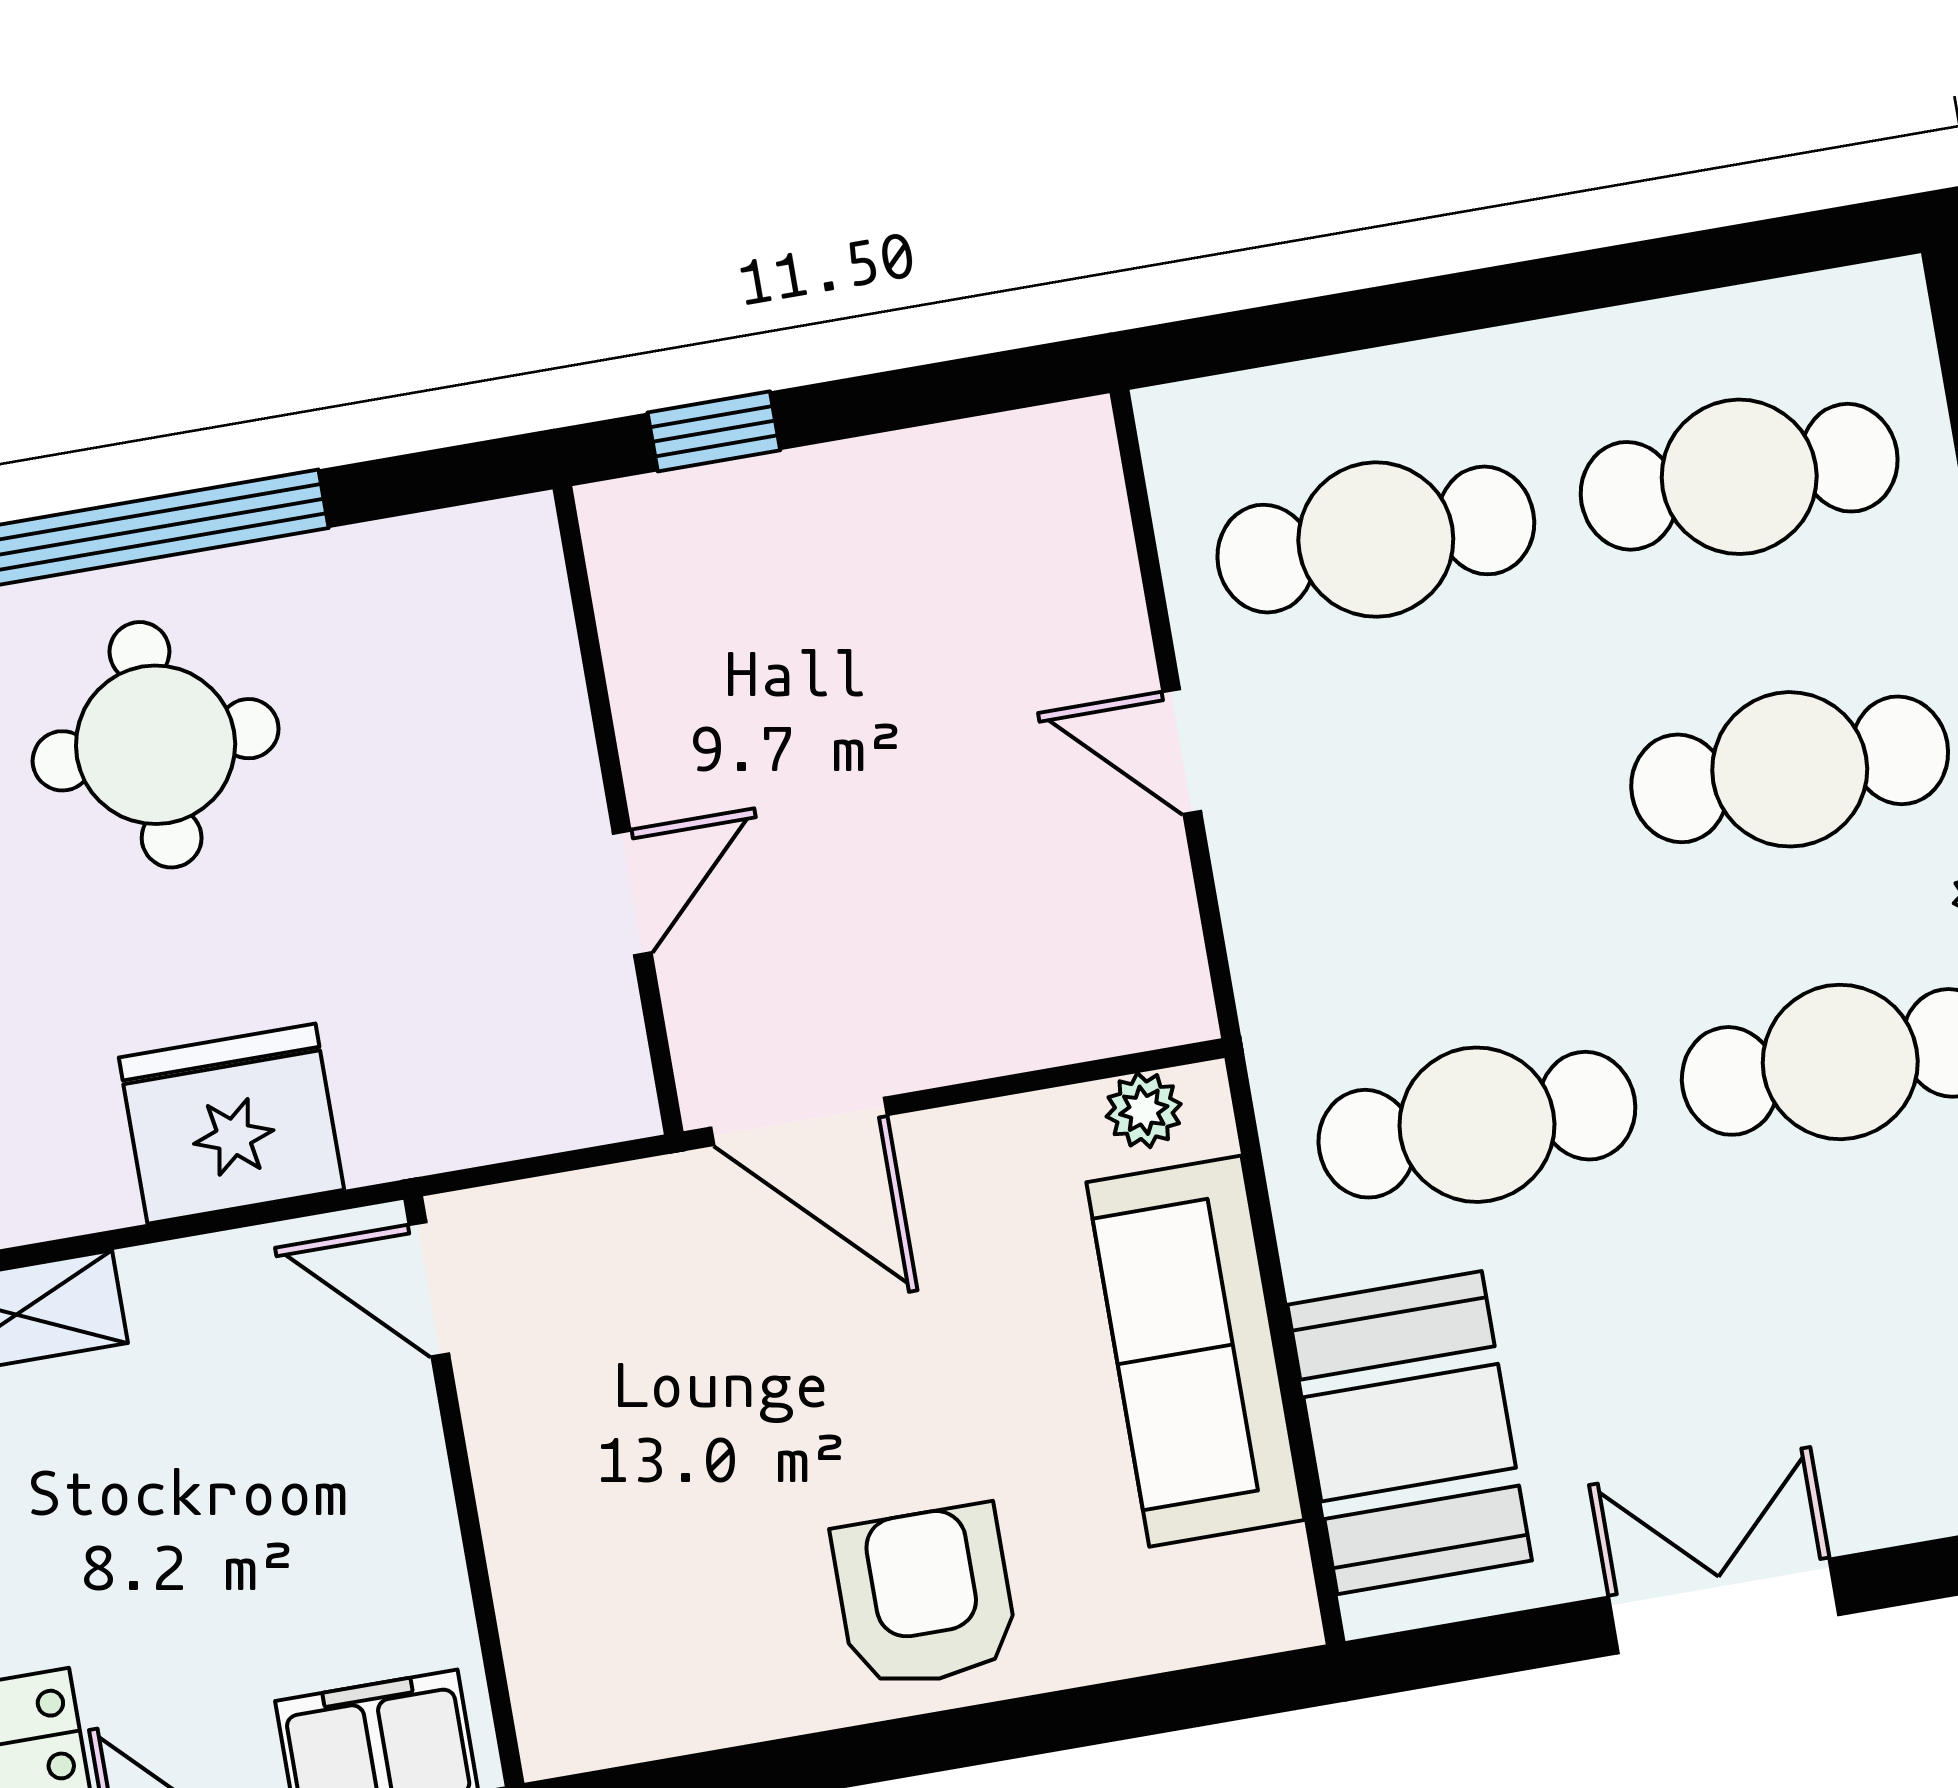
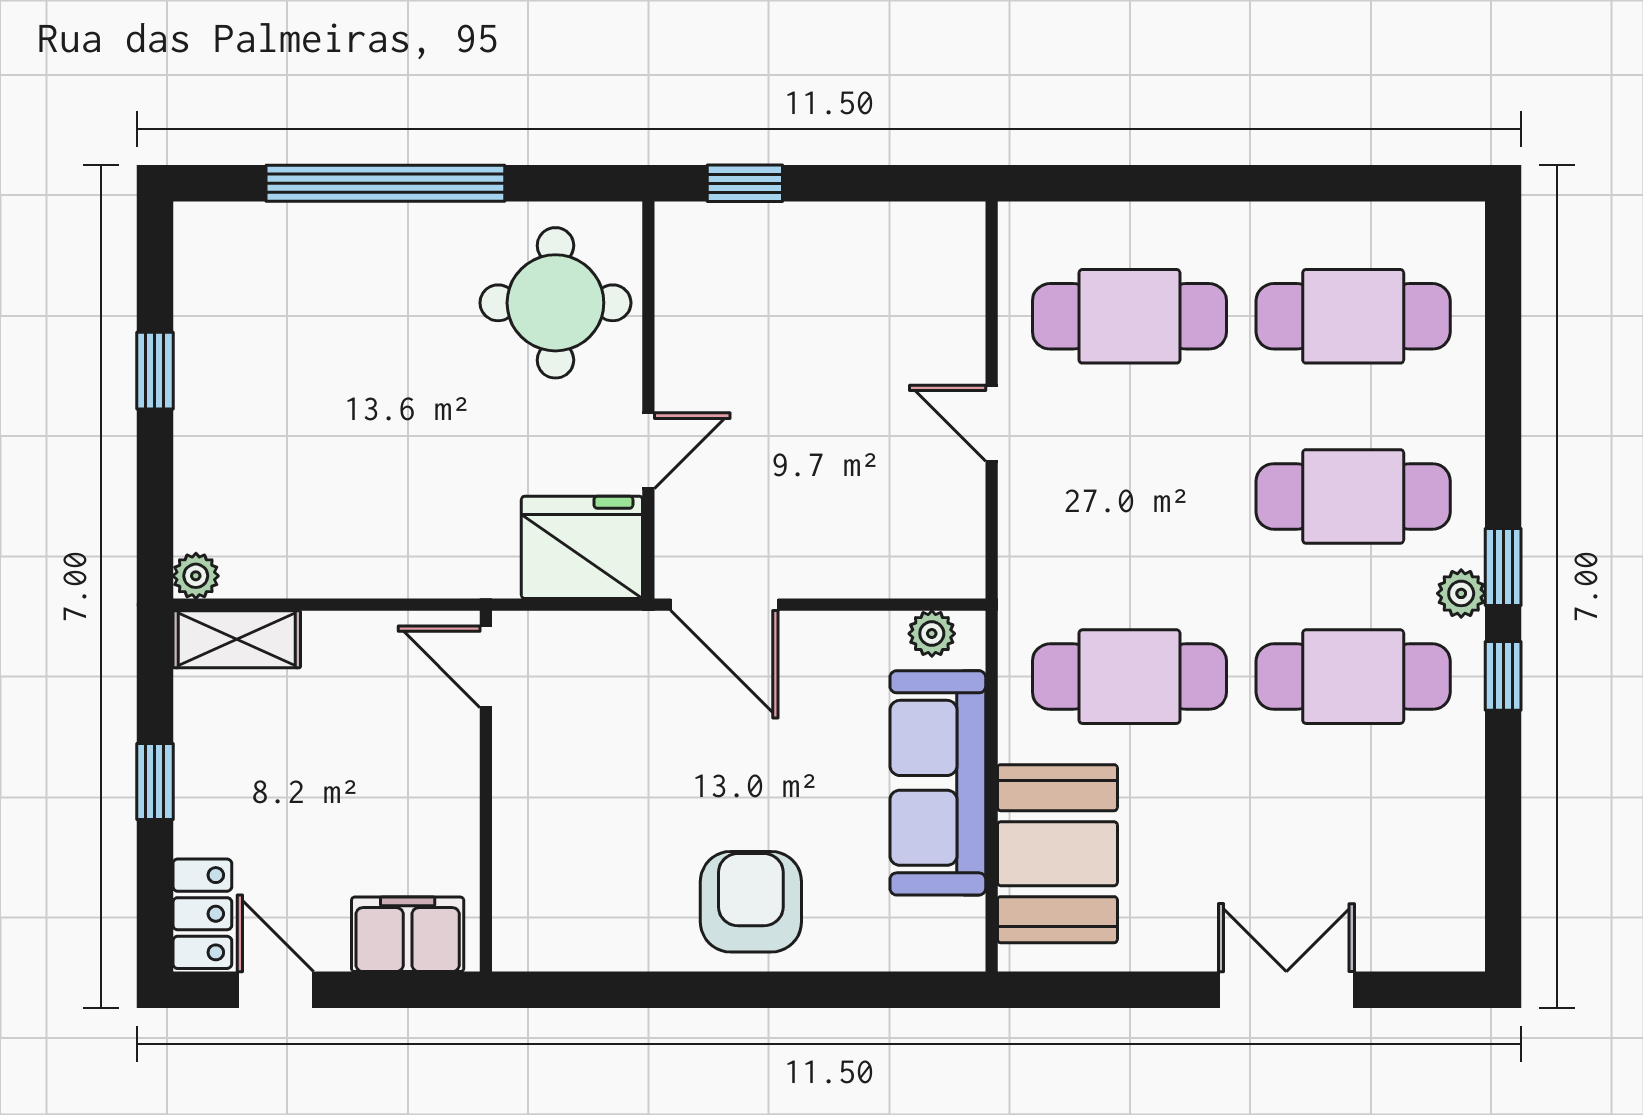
round table: (156, 745) -> (555, 303), moved
fridge: (231, 1124) -> (582, 547), moved
double door: (1724, 1606) -> (1286, 990), moved

